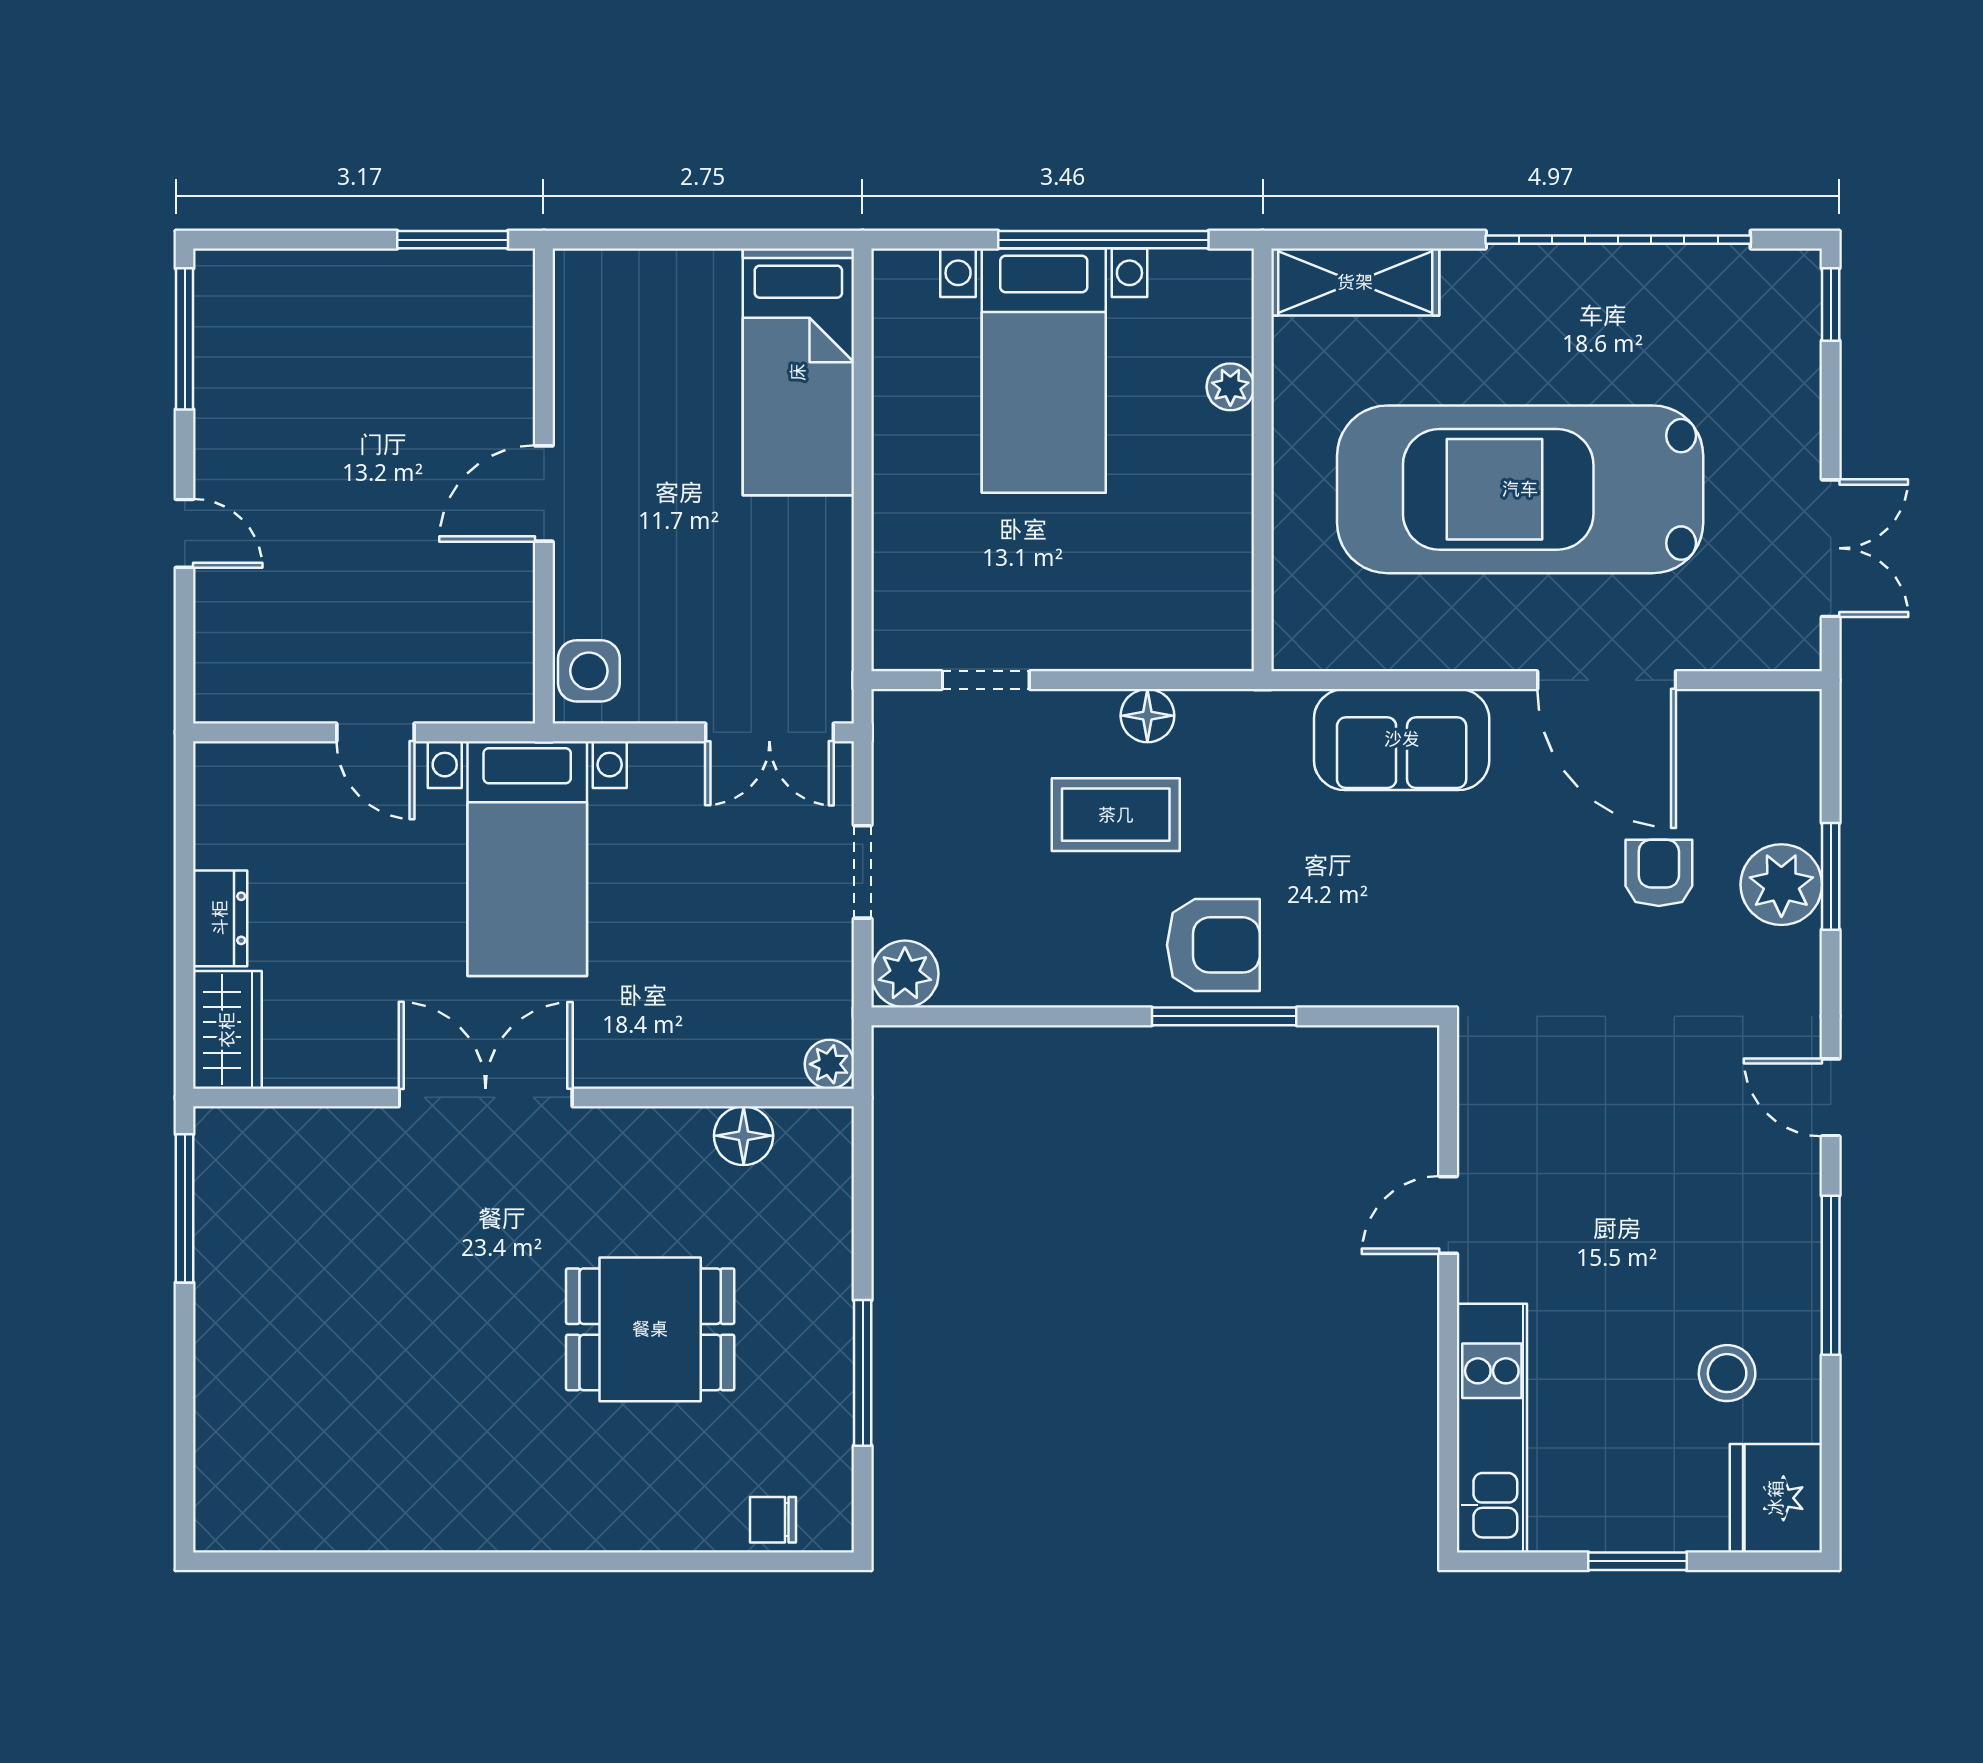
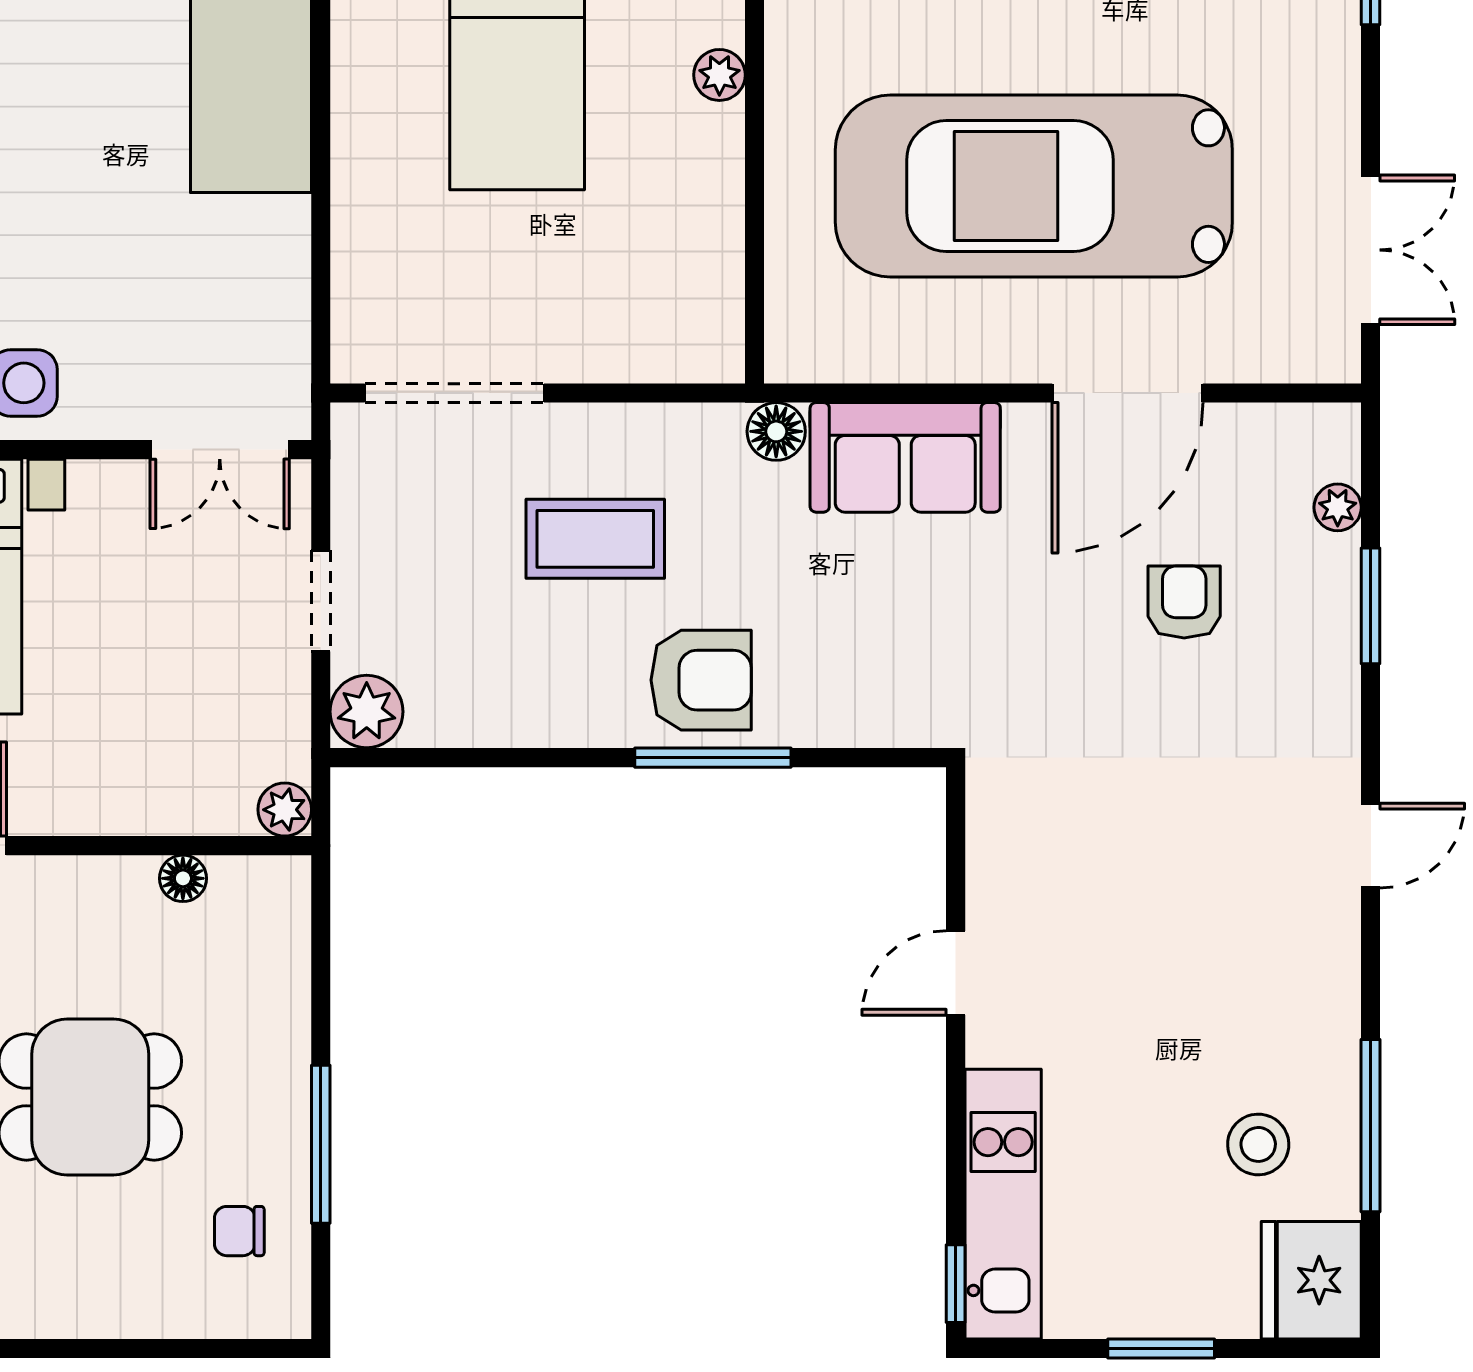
doorway: (986, 680) -> (454, 393), width x1.87
door: (1607, 680) -> (1128, 393), hinge flipped
floor lamp: (1147, 716) -> (776, 431), moved
plant: (1781, 885) -> (1338, 507), moved, width x0.53, depth x0.53
door: (1831, 1097) -> (1371, 846), swing flipped
floor lamp: (744, 1136) -> (183, 878), width x0.73, depth x0.73
window: (1831, 1275) -> (1371, 1126), moved
window: (1448, 1501) -> (956, 1284), added
chair: (773, 1520) -> (239, 1231), moved

